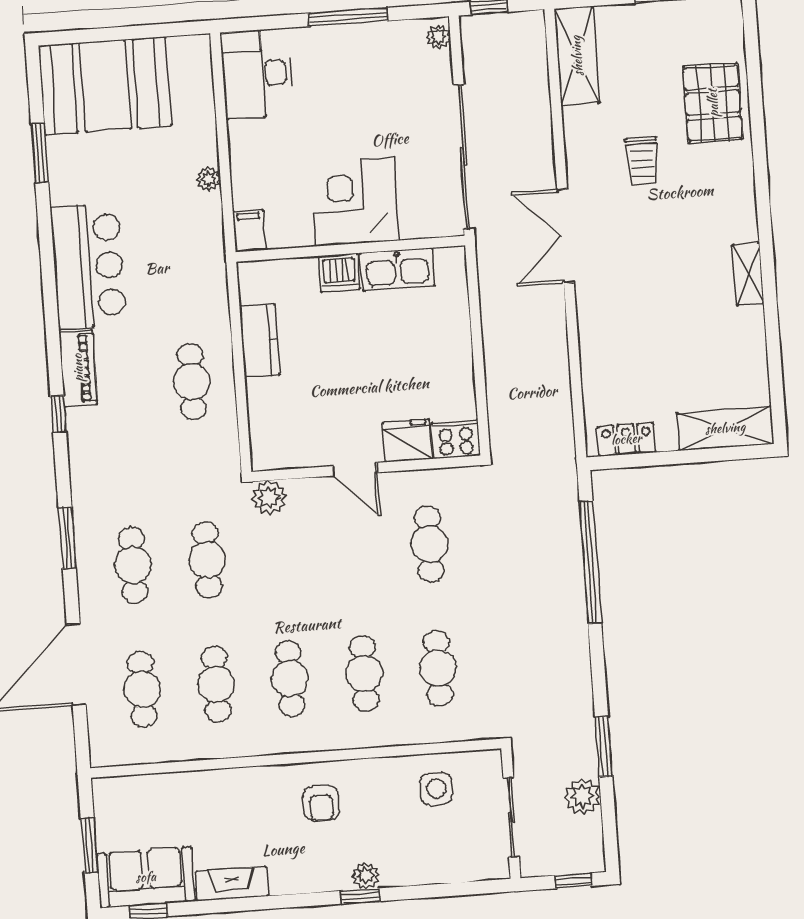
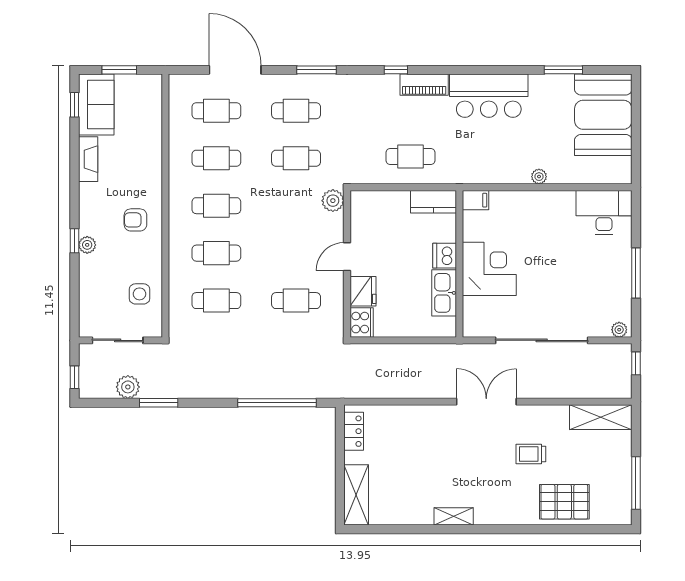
corner desk: (355, 202) -> (489, 269), moved
filing cabinet: (249, 231) -> (476, 200), moved
wall: (350, 249) -> (459, 264), moved
kitchen sink: (397, 269) -> (444, 293), moved
dishwasher: (339, 273) -> (445, 256), moved

